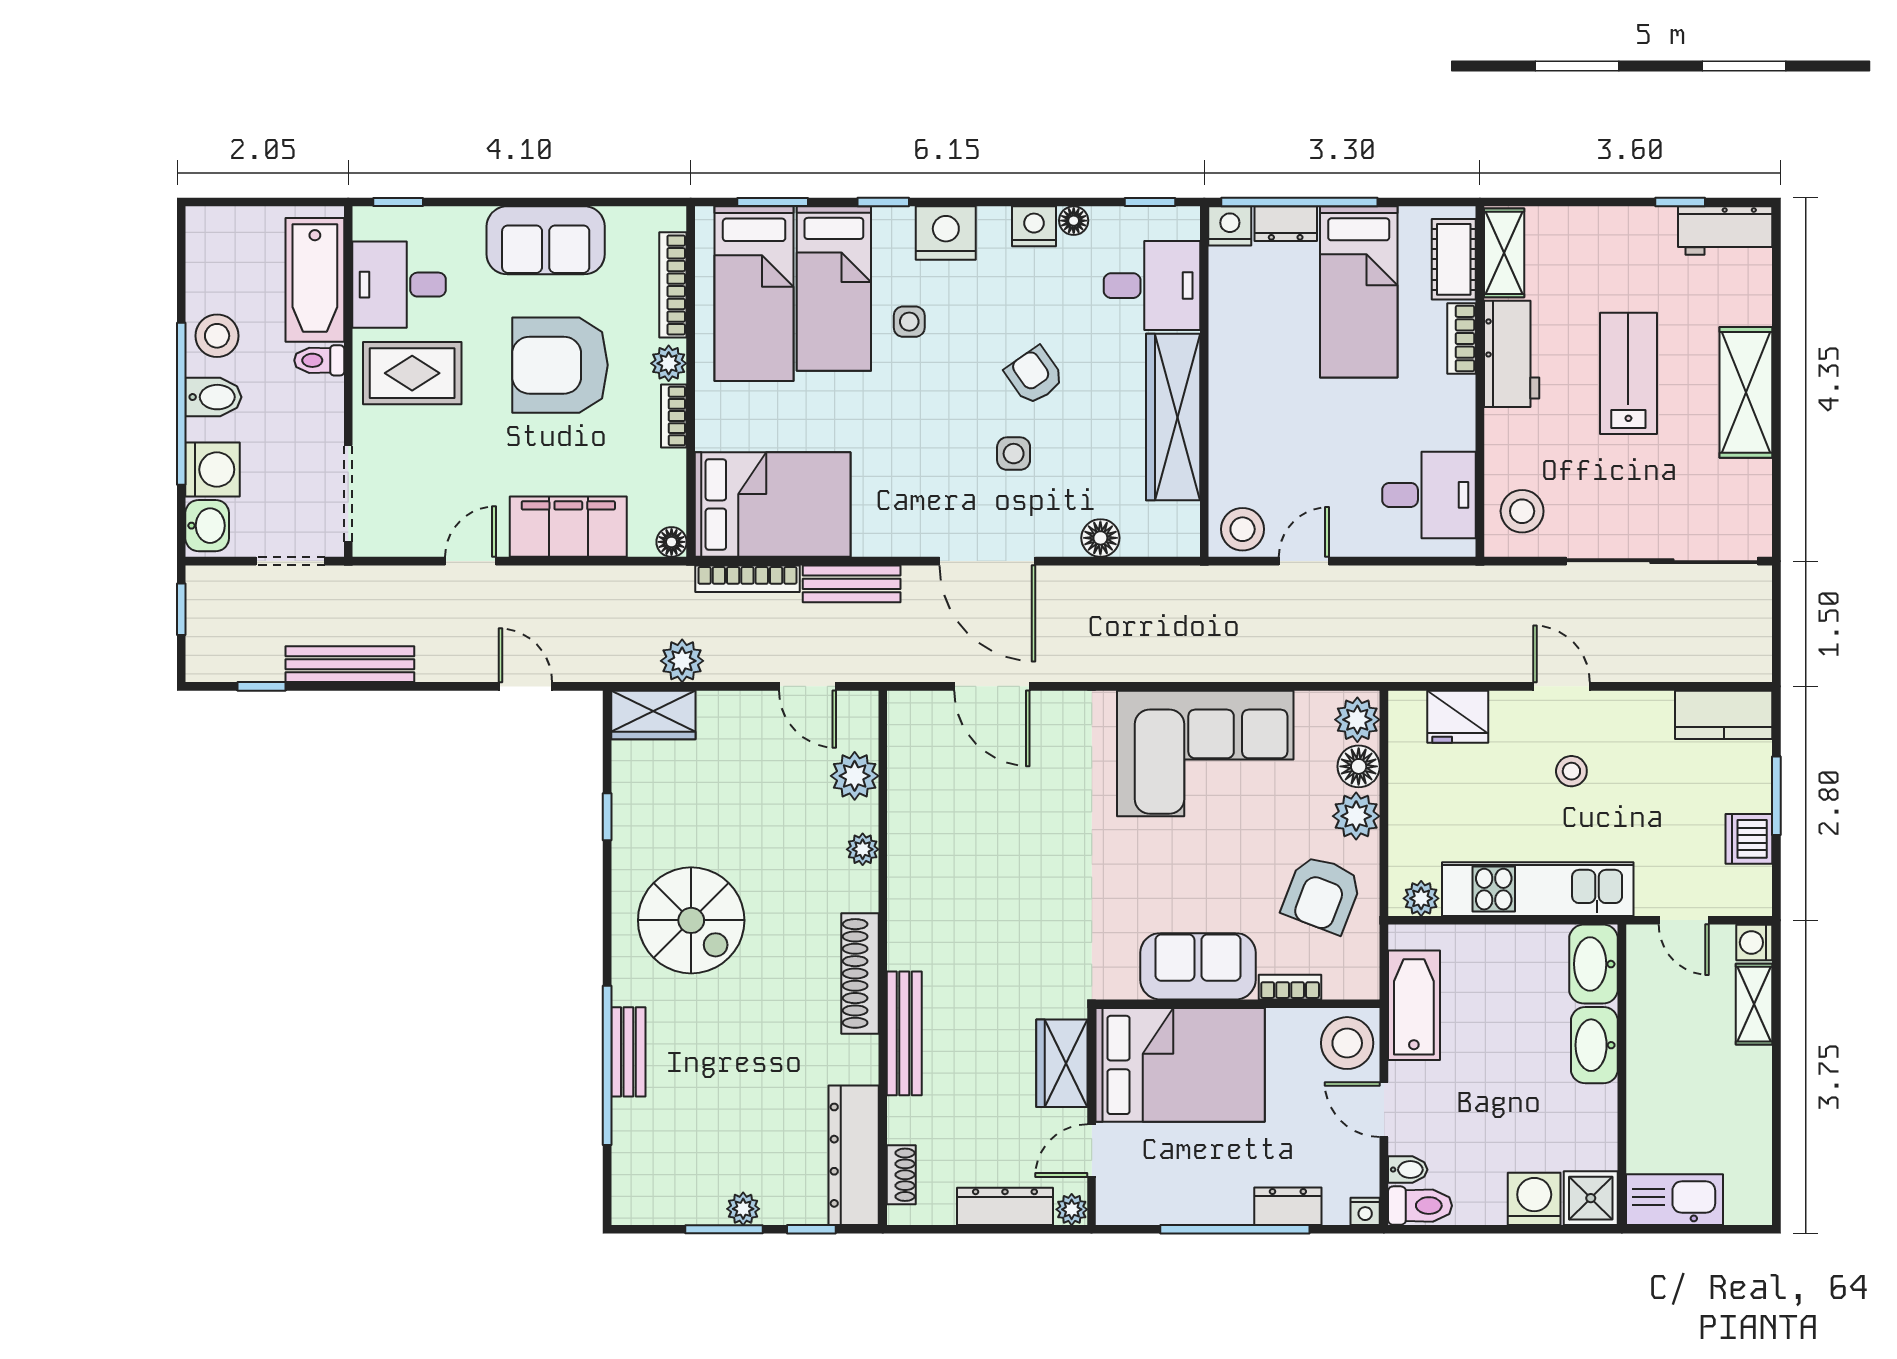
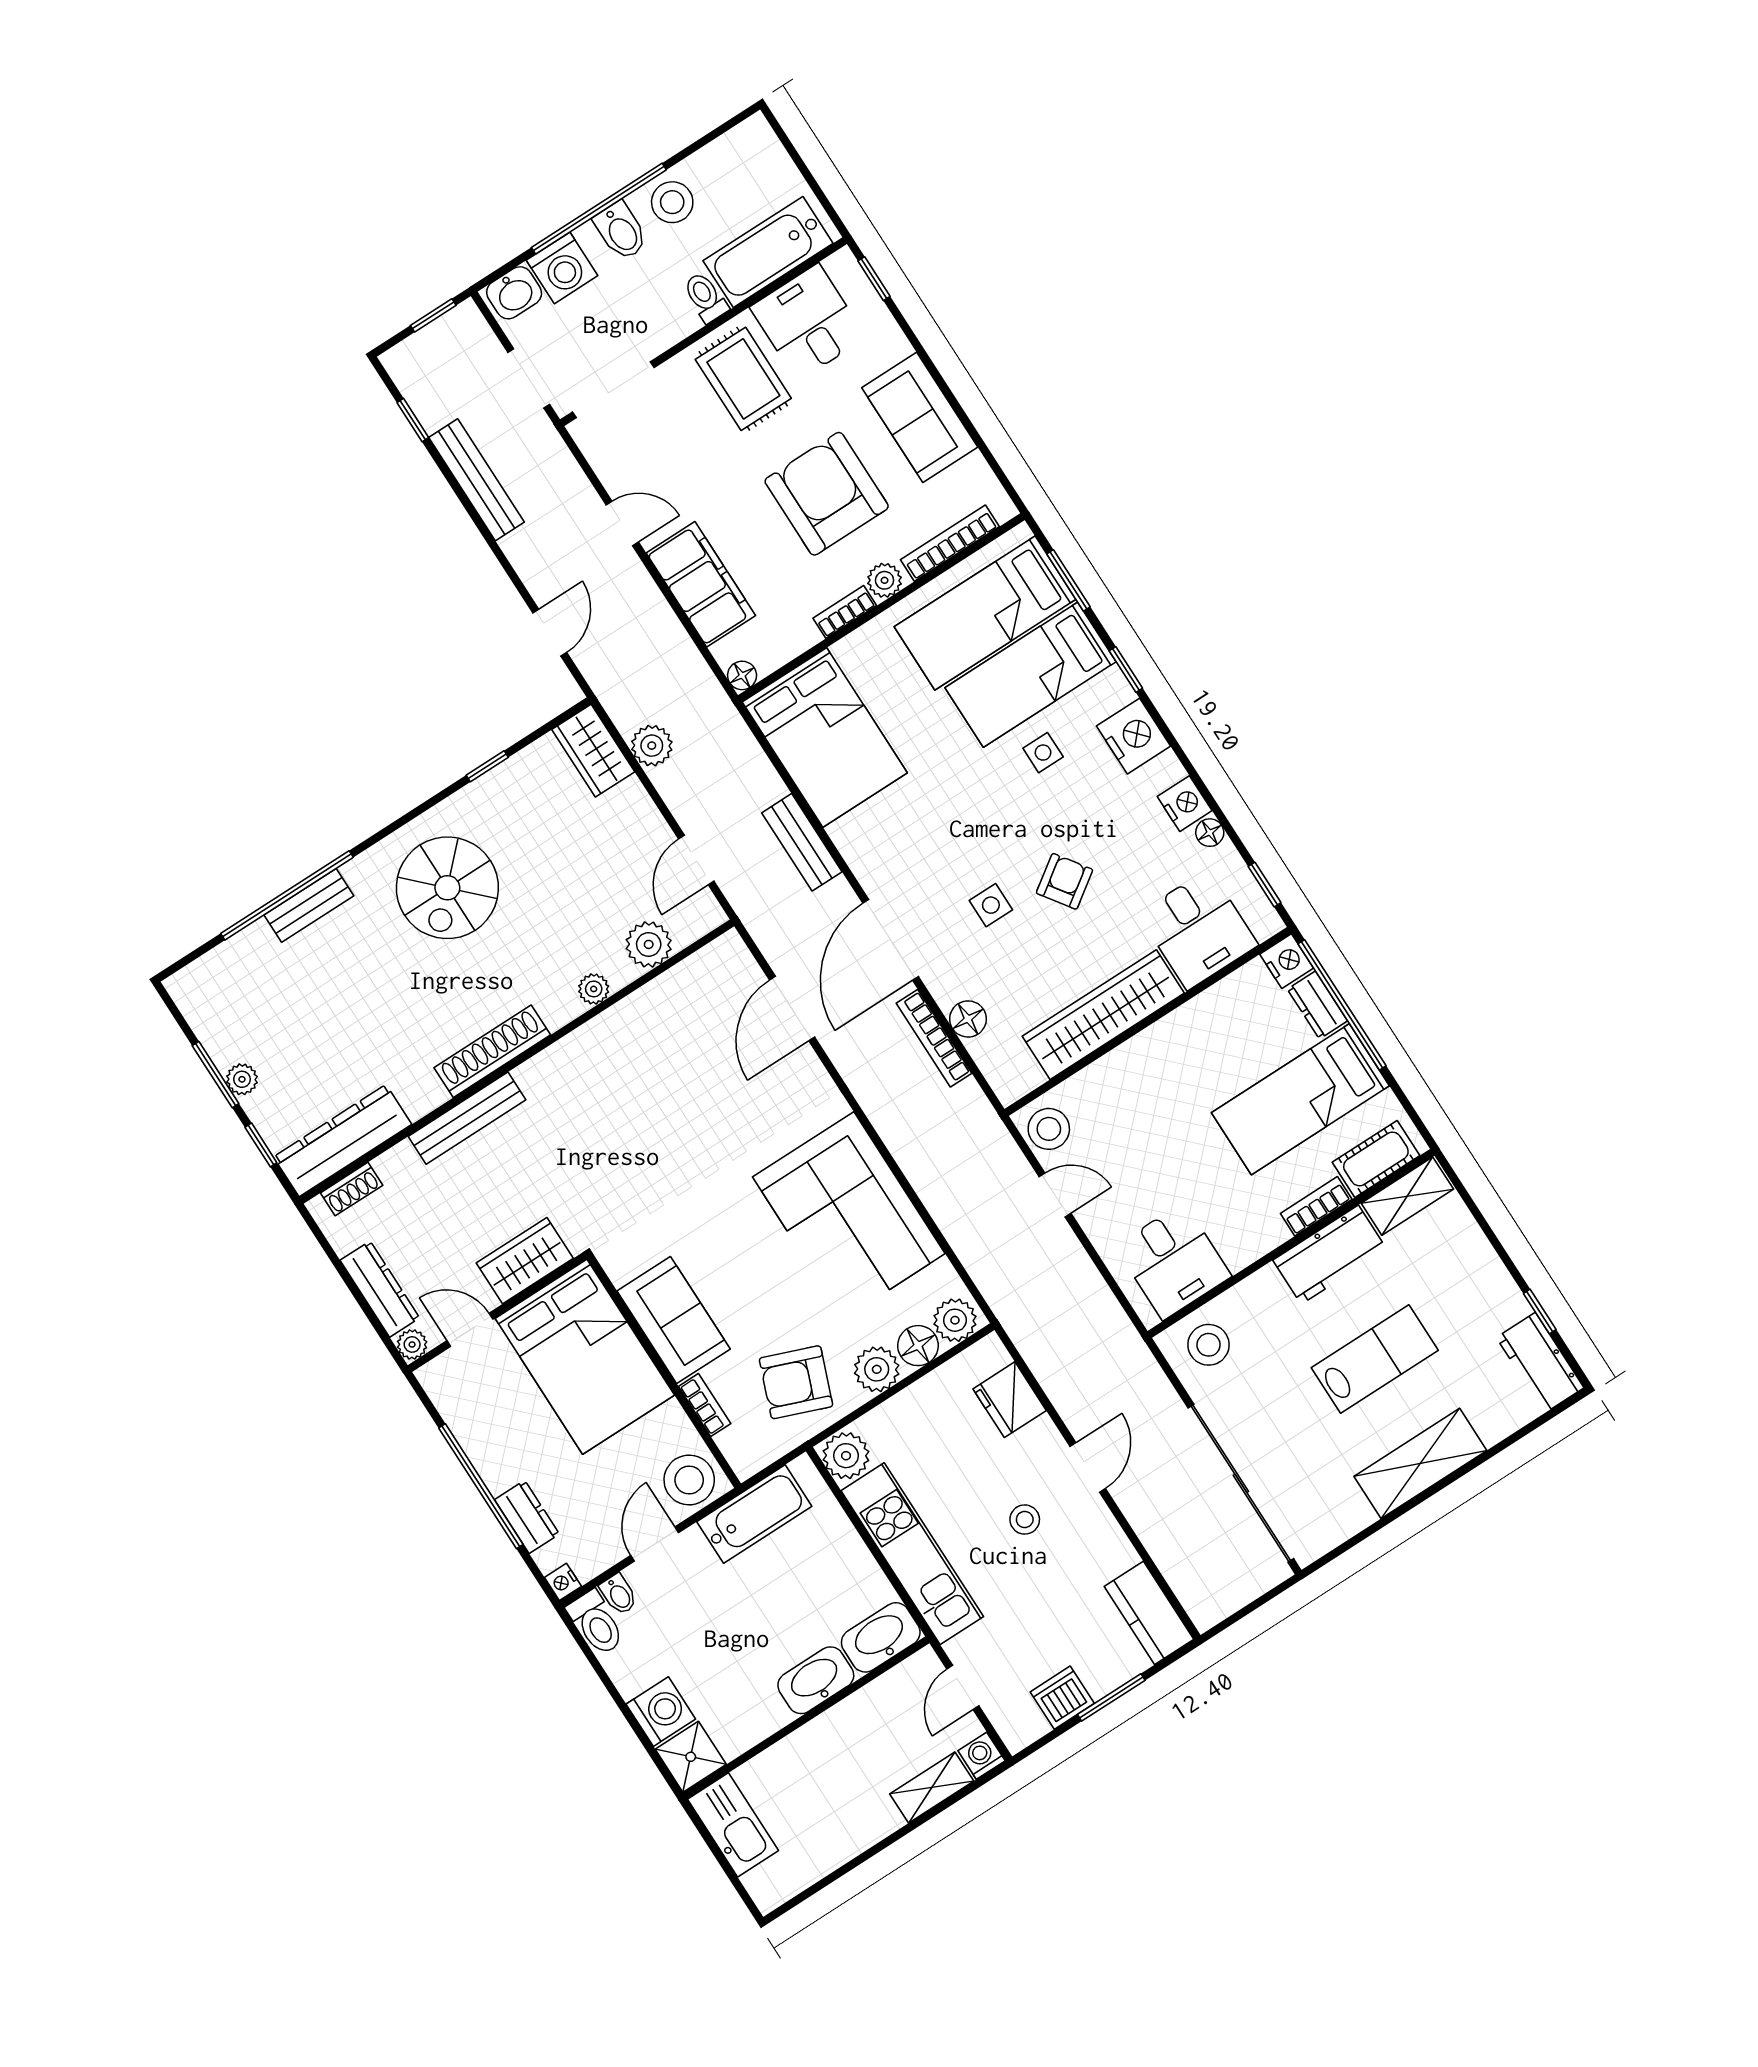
bookcase: (747, 579) -> (934, 1038), moved
plant: (1421, 898) -> (846, 1456), width x1.38, depth x1.38

